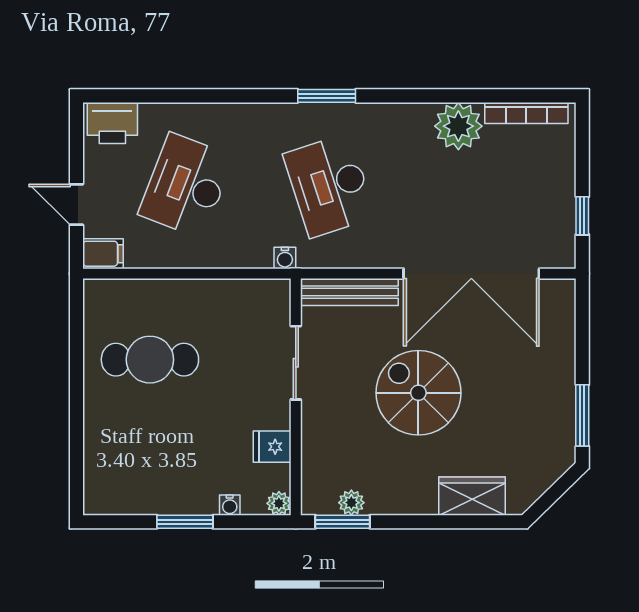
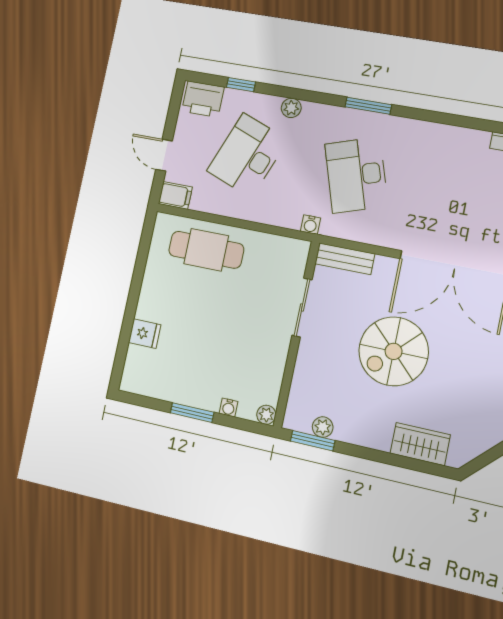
window: (158, 96) -> (241, 85), added
plant: (458, 126) -> (291, 108), moved, width x0.53, depth x0.53
bench: (349, 292) -> (345, 259), width x0.73
cafe table: (150, 360) -> (206, 250), moved
spiral stairs: (418, 393) -> (394, 351), turned -90
fridge: (272, 447) -> (145, 334), moved, turned 180

